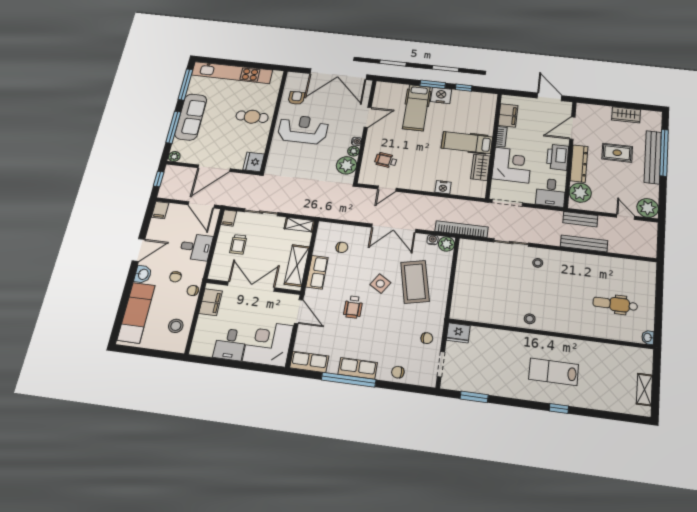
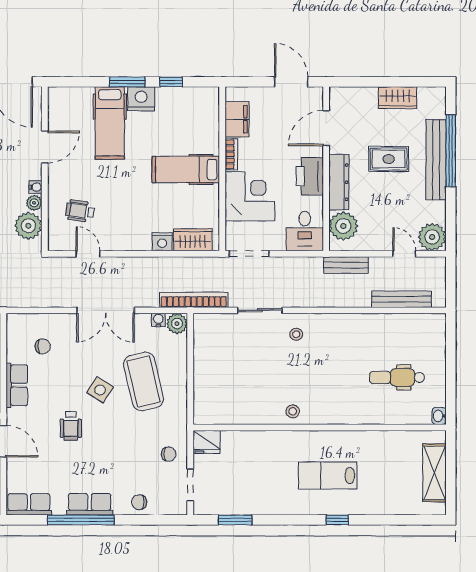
wardrobe: (480, 167) -> (193, 240), moved, turned 90
door: (387, 189) -> (88, 254), swing flipped
bench: (584, 243) -> (401, 299), moved
shelving: (644, 390) -> (434, 473), width x1.50, depth x1.33

